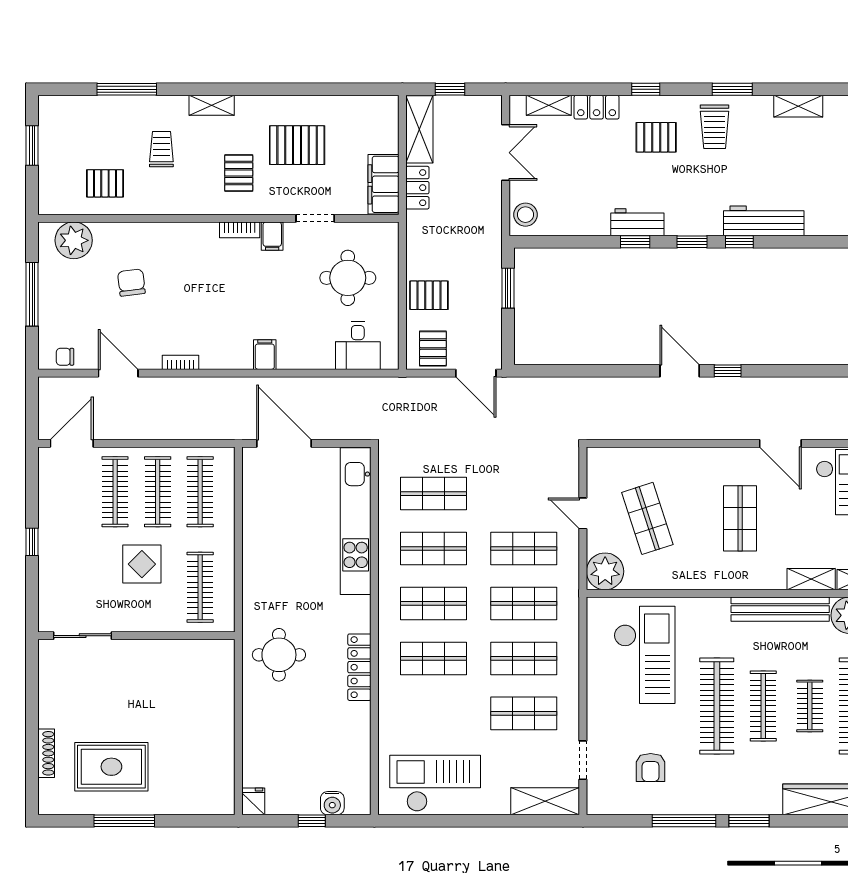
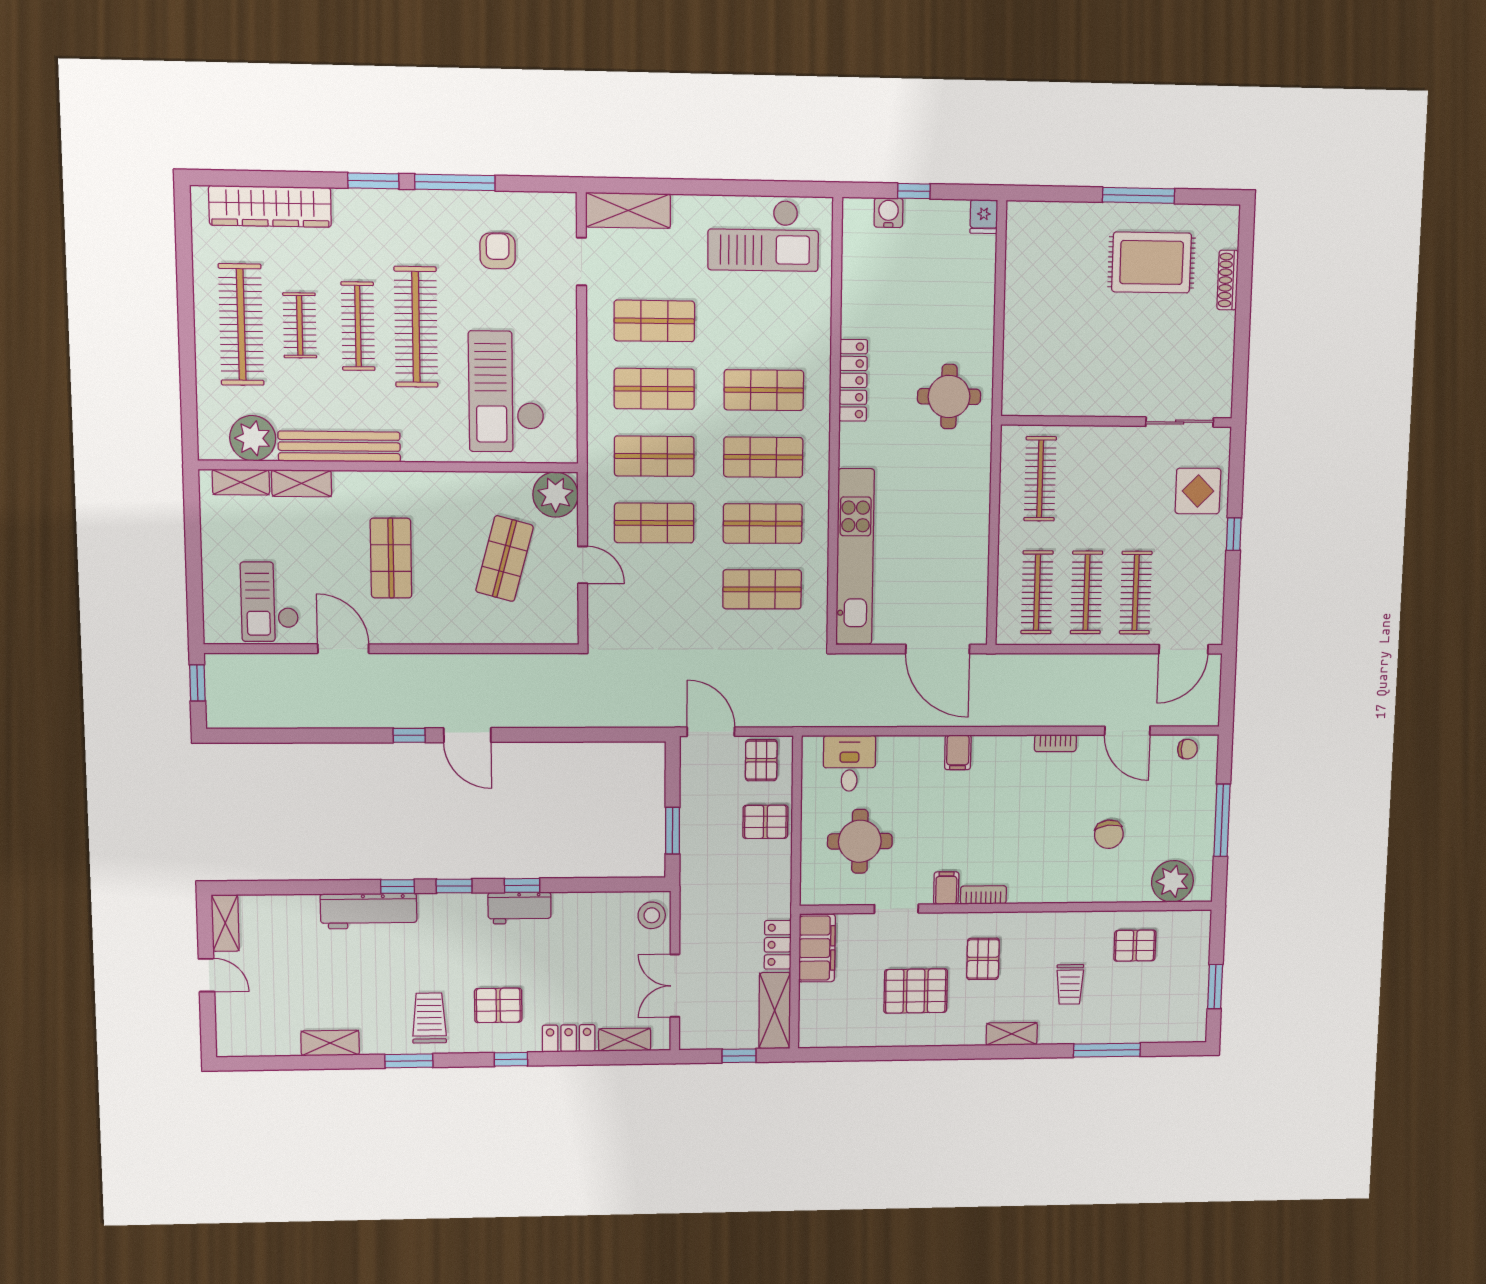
shop shelf: (647, 518) -> (505, 559), turned 33
display table: (142, 564) -> (1198, 491), moved

